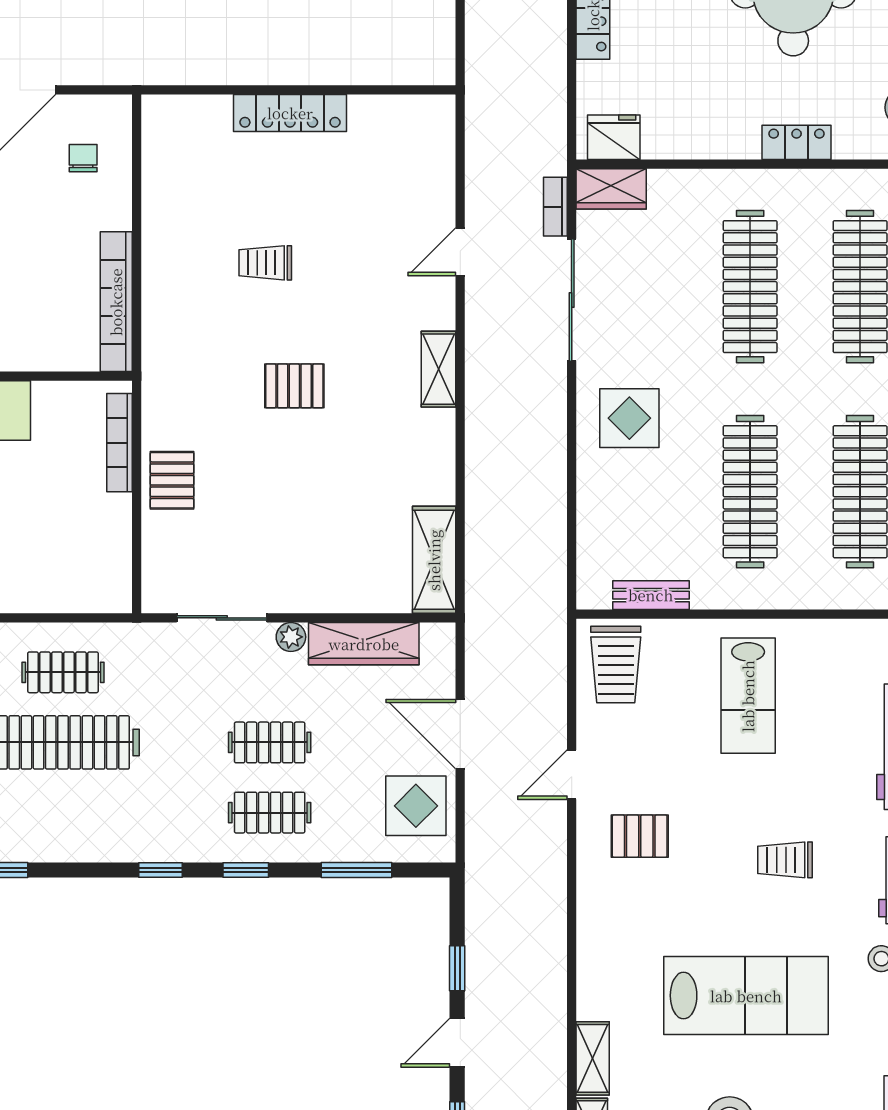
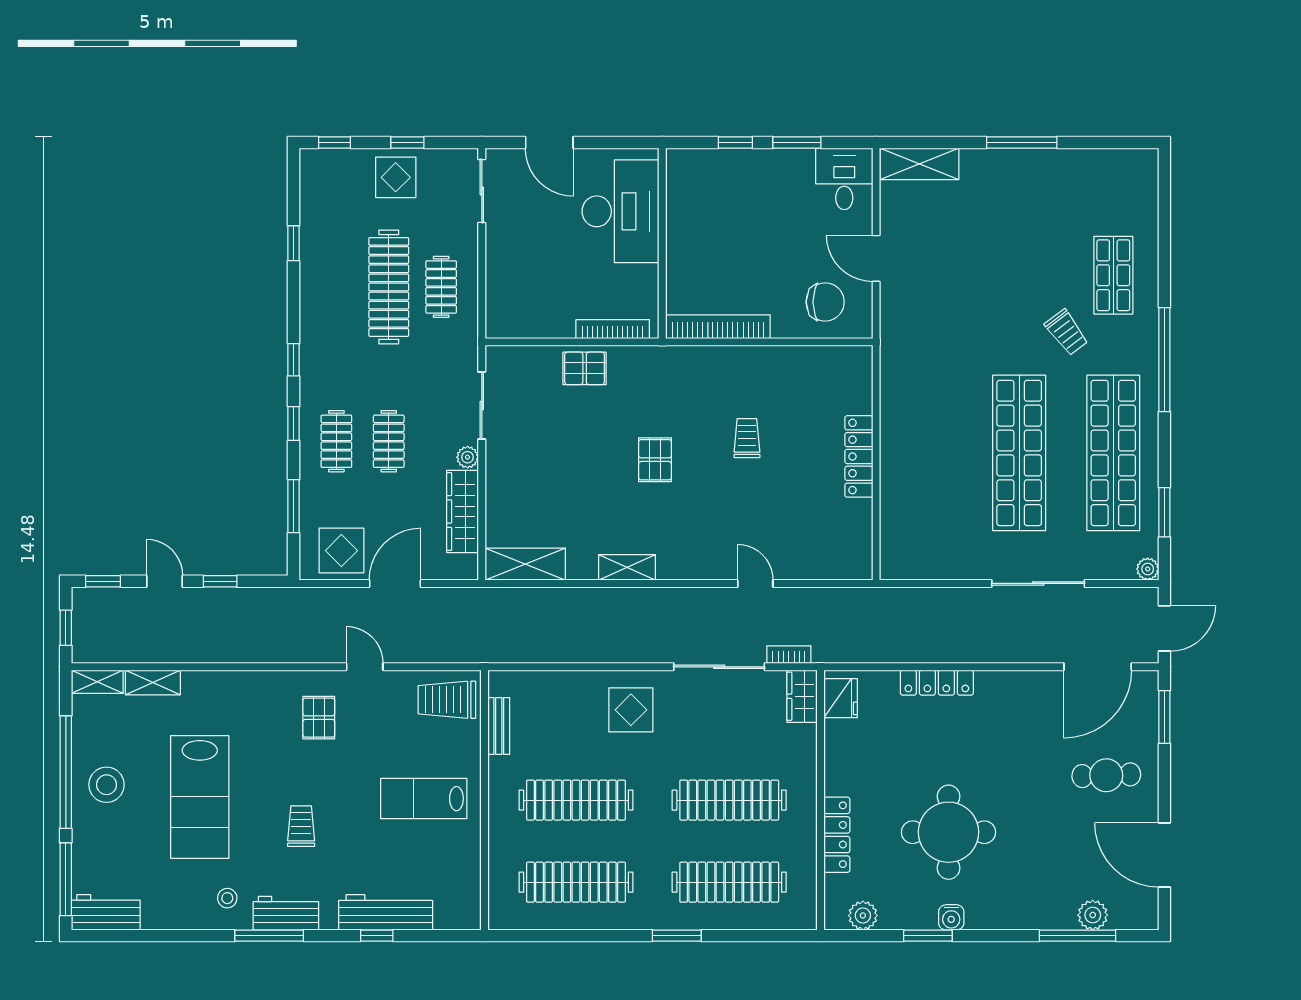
locker: (797, 142) -> (837, 835), width x1.53
chair: (83, 158) -> (825, 302), width x1.87, depth x1.87
shelving: (438, 369) -> (627, 567), moved

